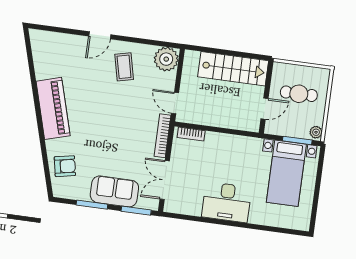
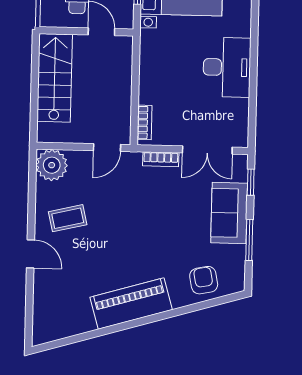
bookcase: (163, 136) -> (161, 159), width x0.64
window: (136, 211) -> (251, 182), width x0.67

